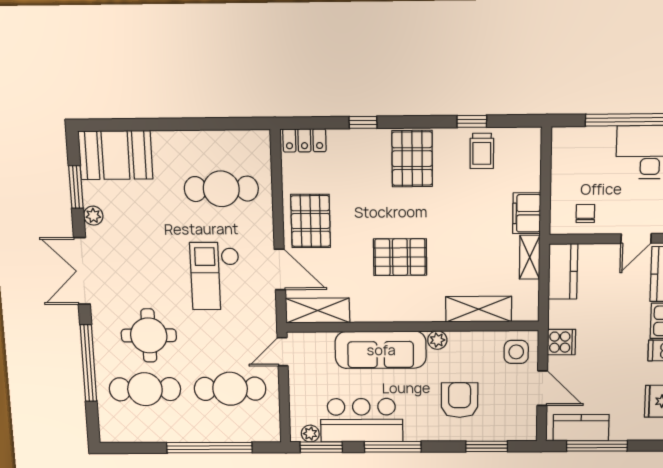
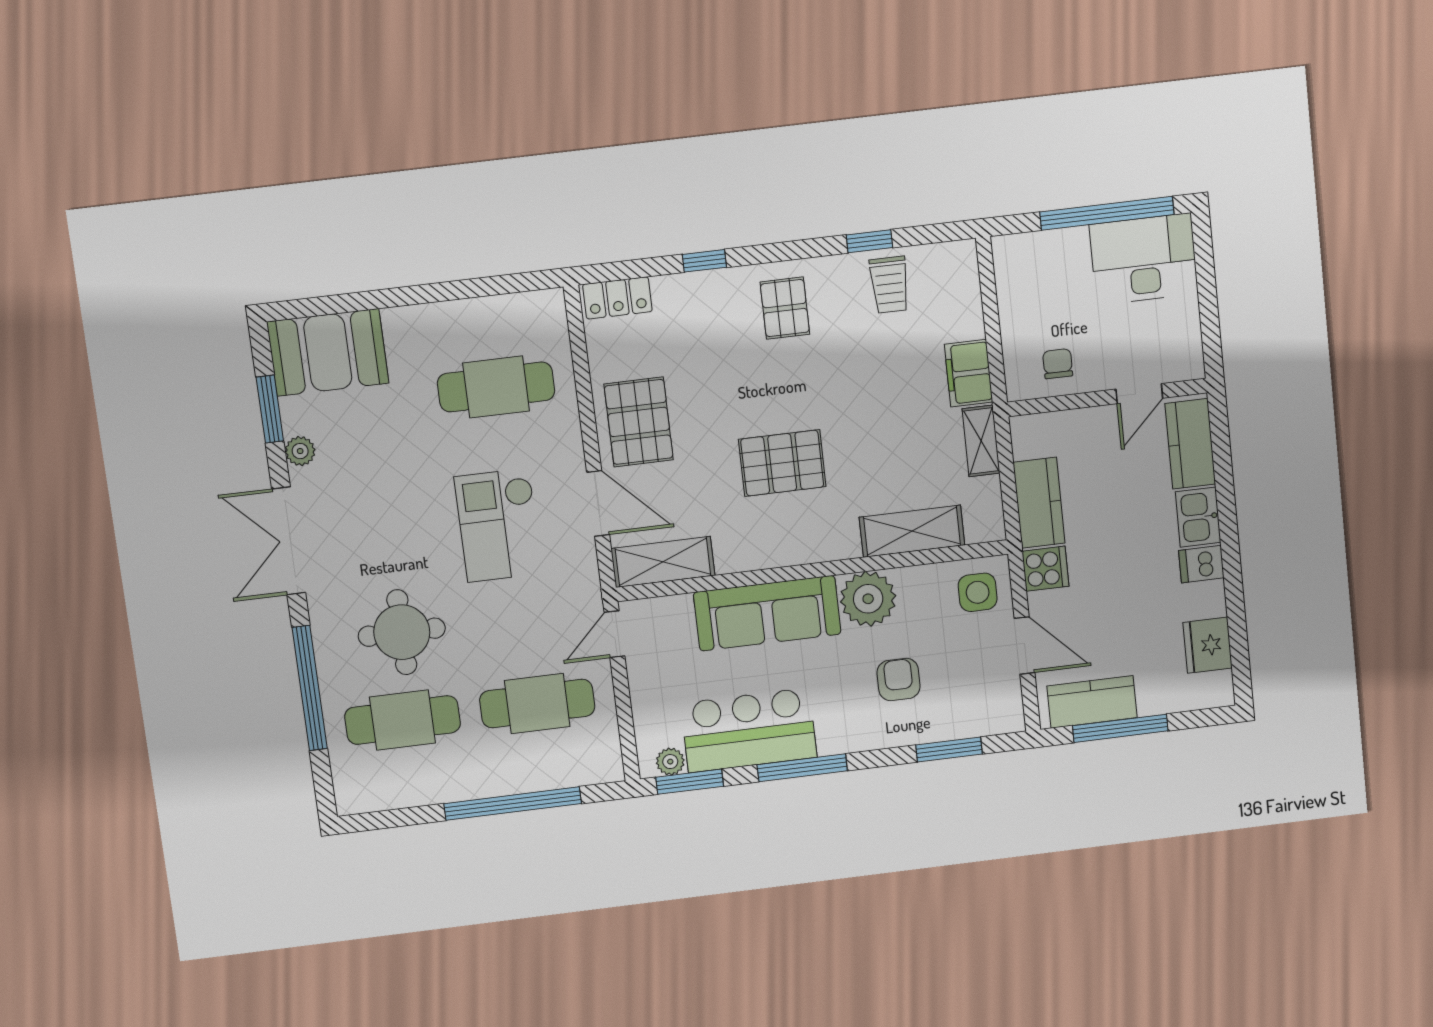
pallet: (412, 159) -> (785, 308), width x0.67, depth x0.71
kitchen counter: (563, 271) -> (1039, 503), moved
plant: (437, 340) -> (868, 599), width x1.88, depth x1.88
armchair: (460, 400) -> (899, 680), width x0.72, depth x0.72

